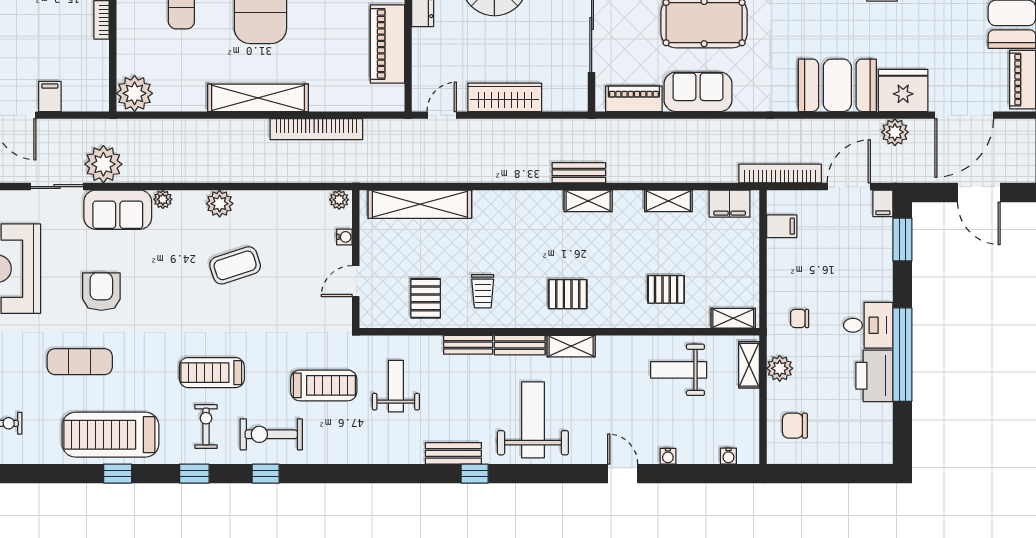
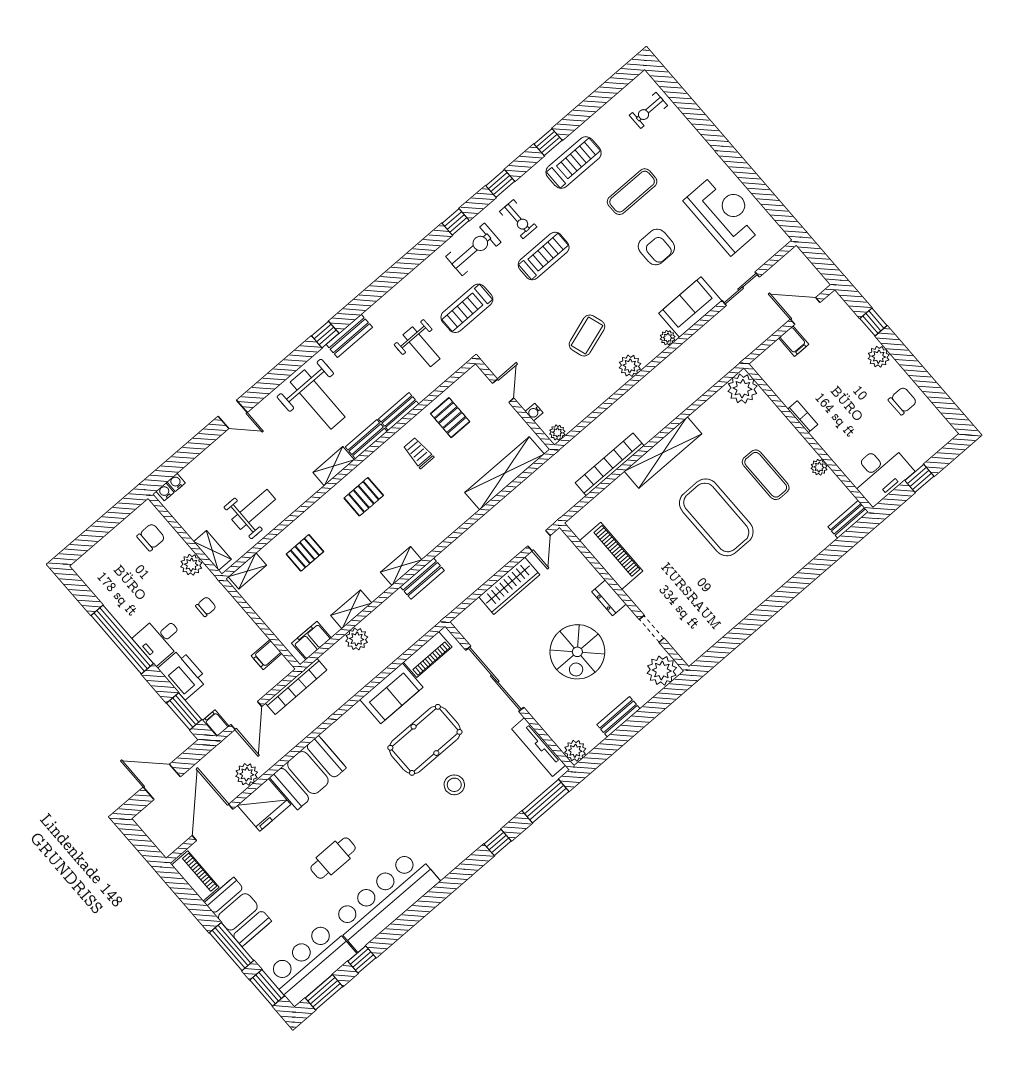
plant: (103, 164) -> (357, 639), moved, width x0.73, depth x0.73
printer: (874, 376) -> (183, 674), moved
treadmill: (110, 435) -> (574, 163), width x0.73, depth x0.73
water cooler: (668, 456) -> (165, 492), moved

